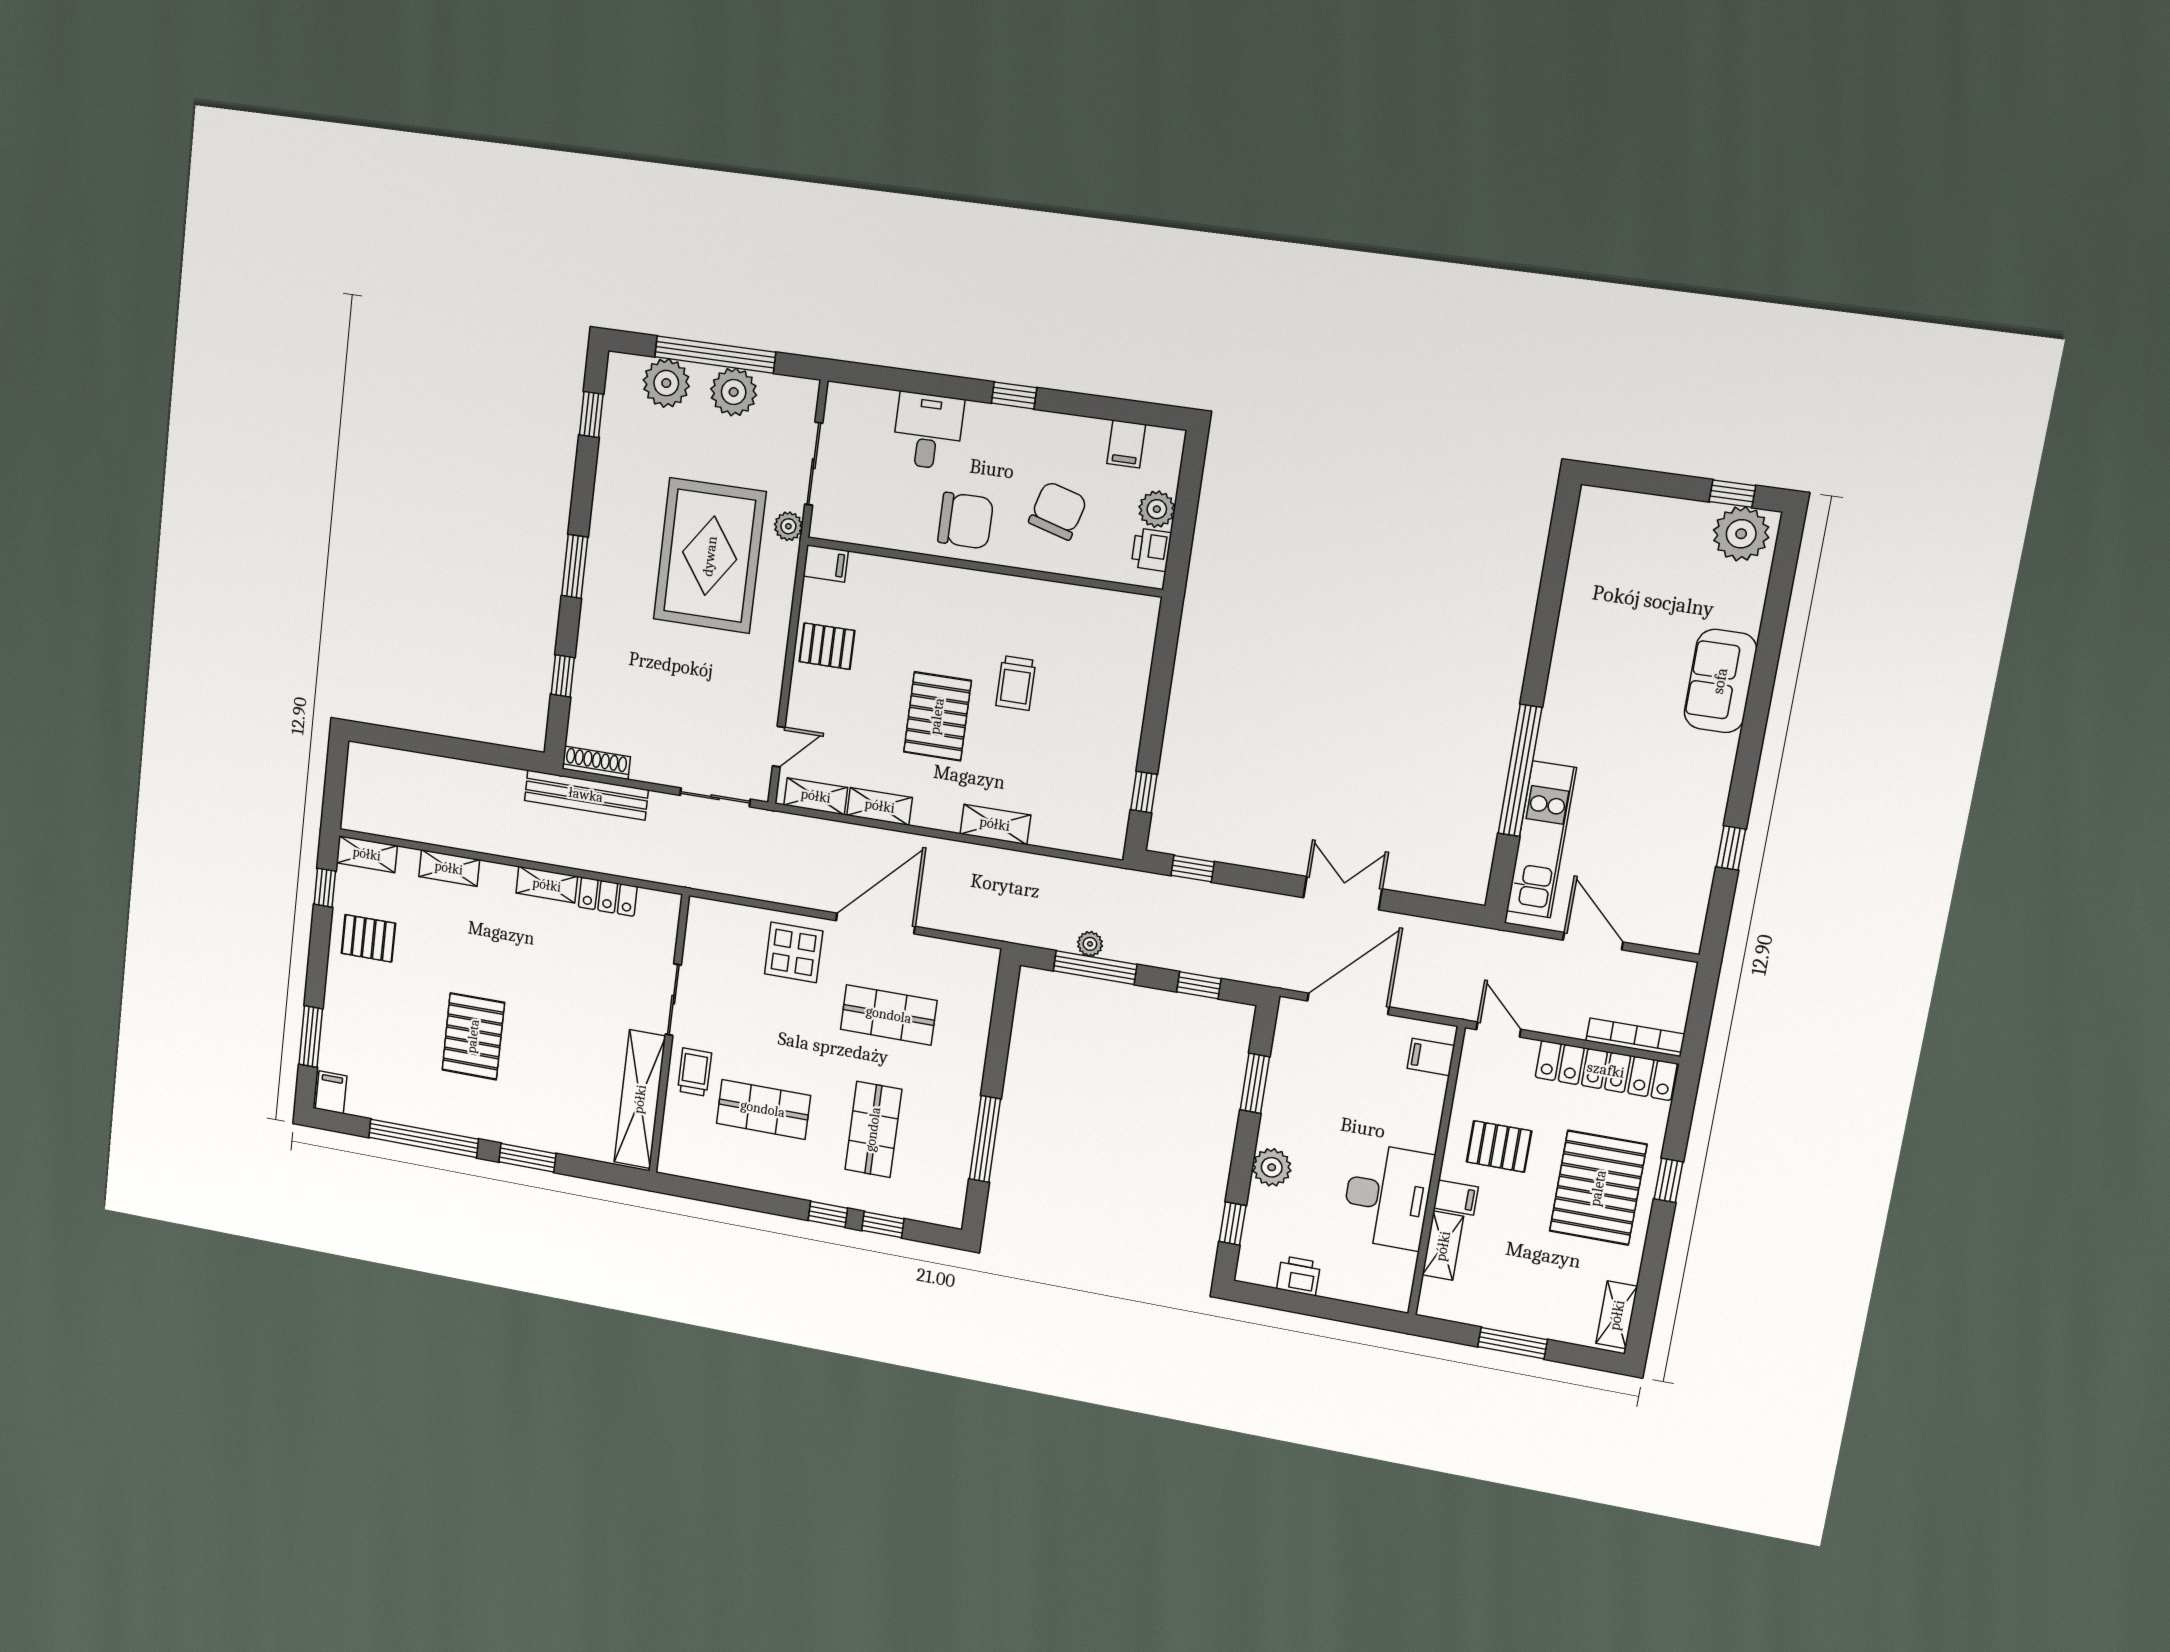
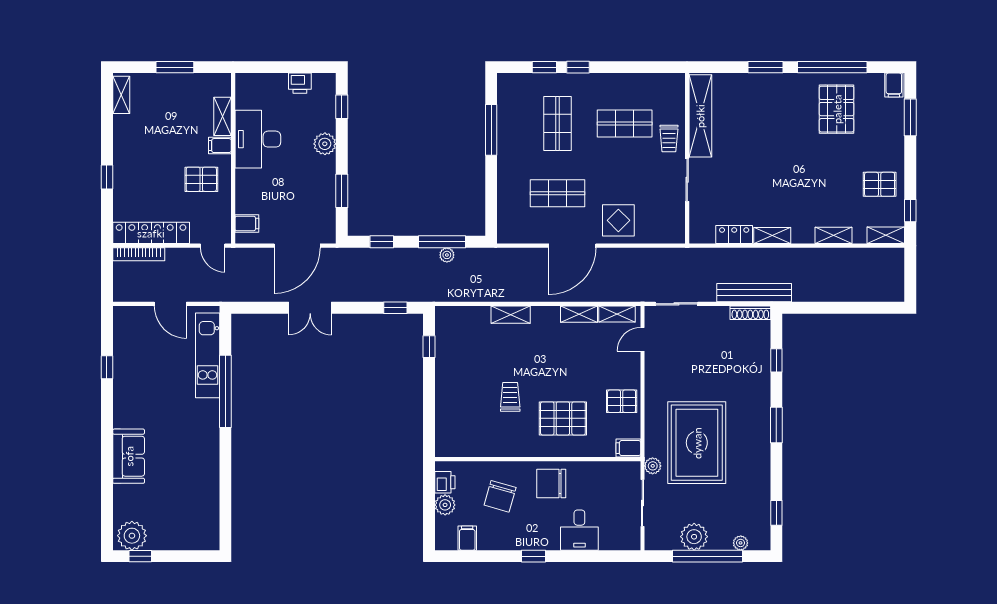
plant: (666, 383) -> (741, 543), width x0.53, depth x0.53
pallet: (937, 716) -> (563, 418), moved, turned 90
pallet: (473, 1036) -> (837, 109), moved
pallet: (1598, 1188) -> (144, 166), removed

